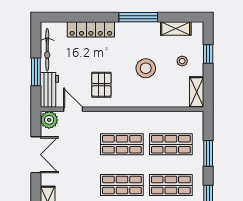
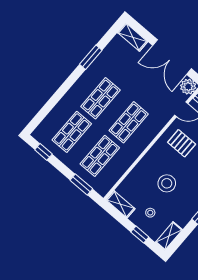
shelving: (176, 29) -> (169, 236), moved
window: (208, 153) -> (81, 184), moved
double door: (36, 155) -> (172, 57), width x1.37

